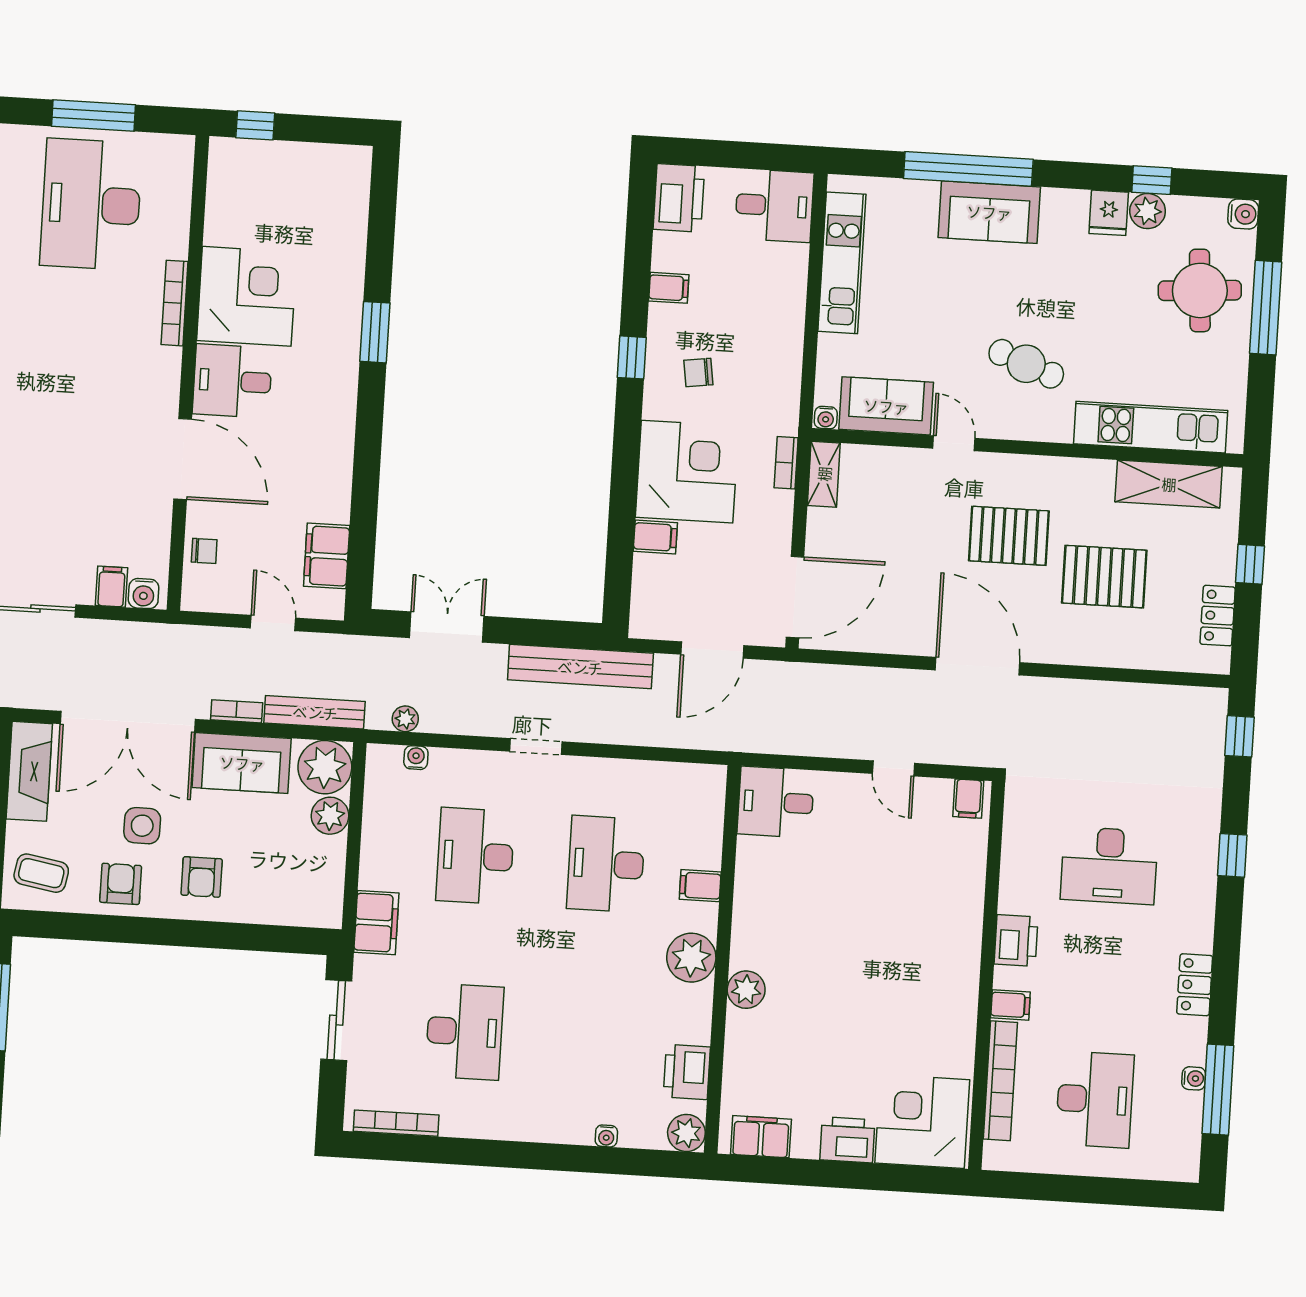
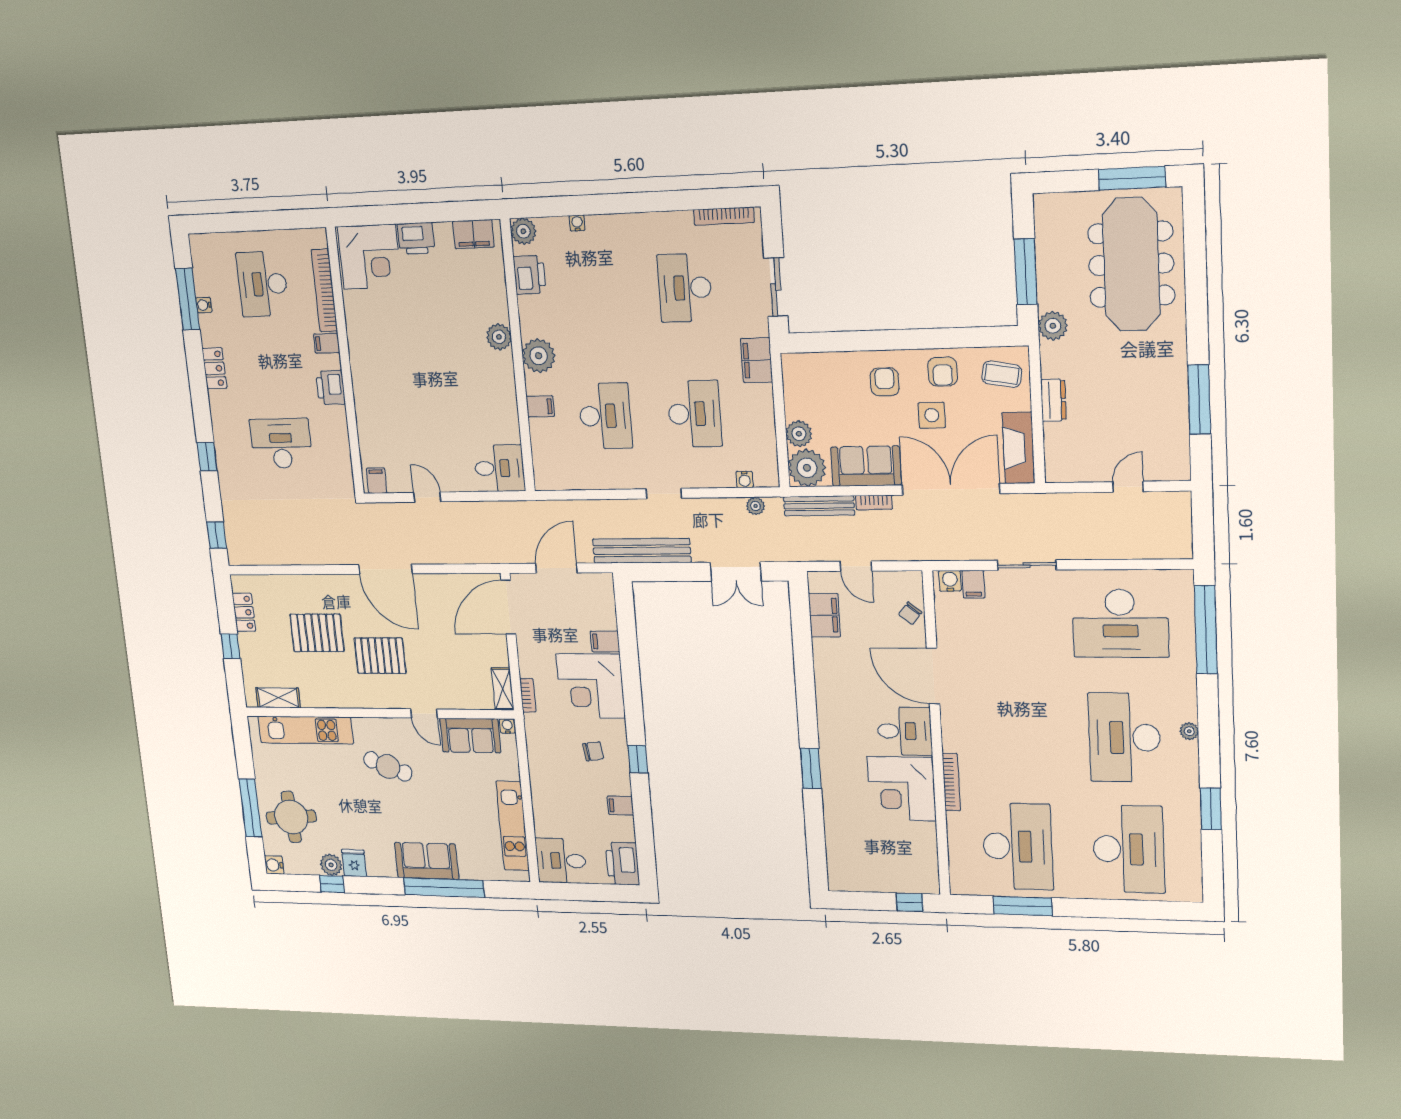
shelving: (1169, 484) -> (278, 698), width x0.67, depth x0.75
chair: (204, 551) -> (910, 613), turned -51

